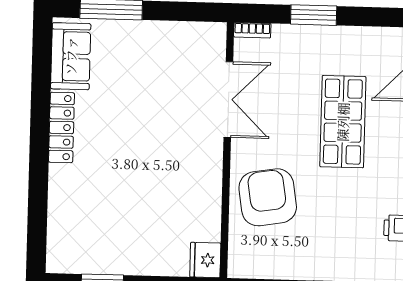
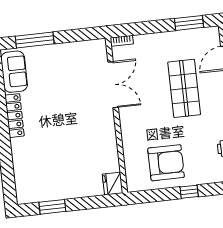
window: (314, 15) -> (189, 23), moved
armchair: (268, 197) -> (166, 163), moved, turned 99

